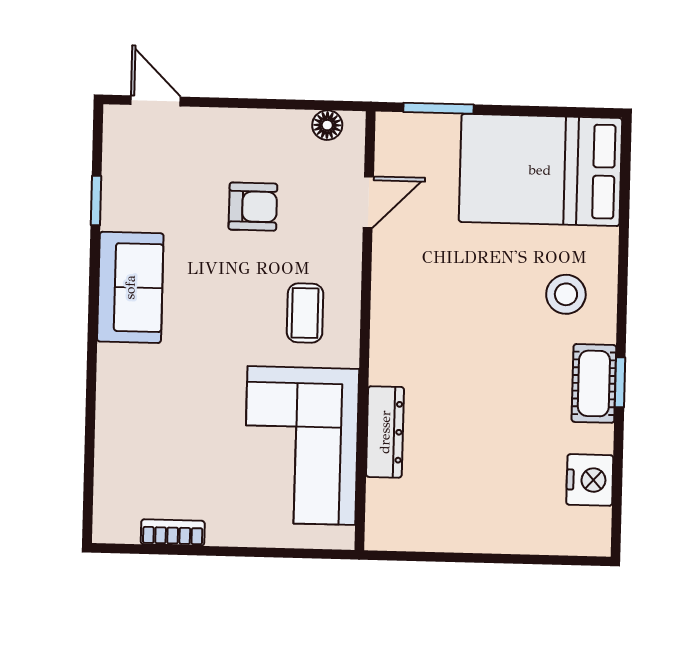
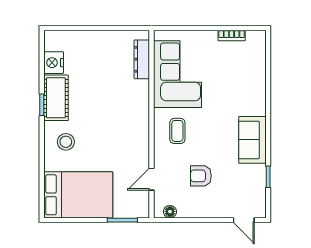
cot: (594, 383) -> (56, 98), width x1.37, depth x1.34
dresser: (385, 432) -> (142, 59), moved

